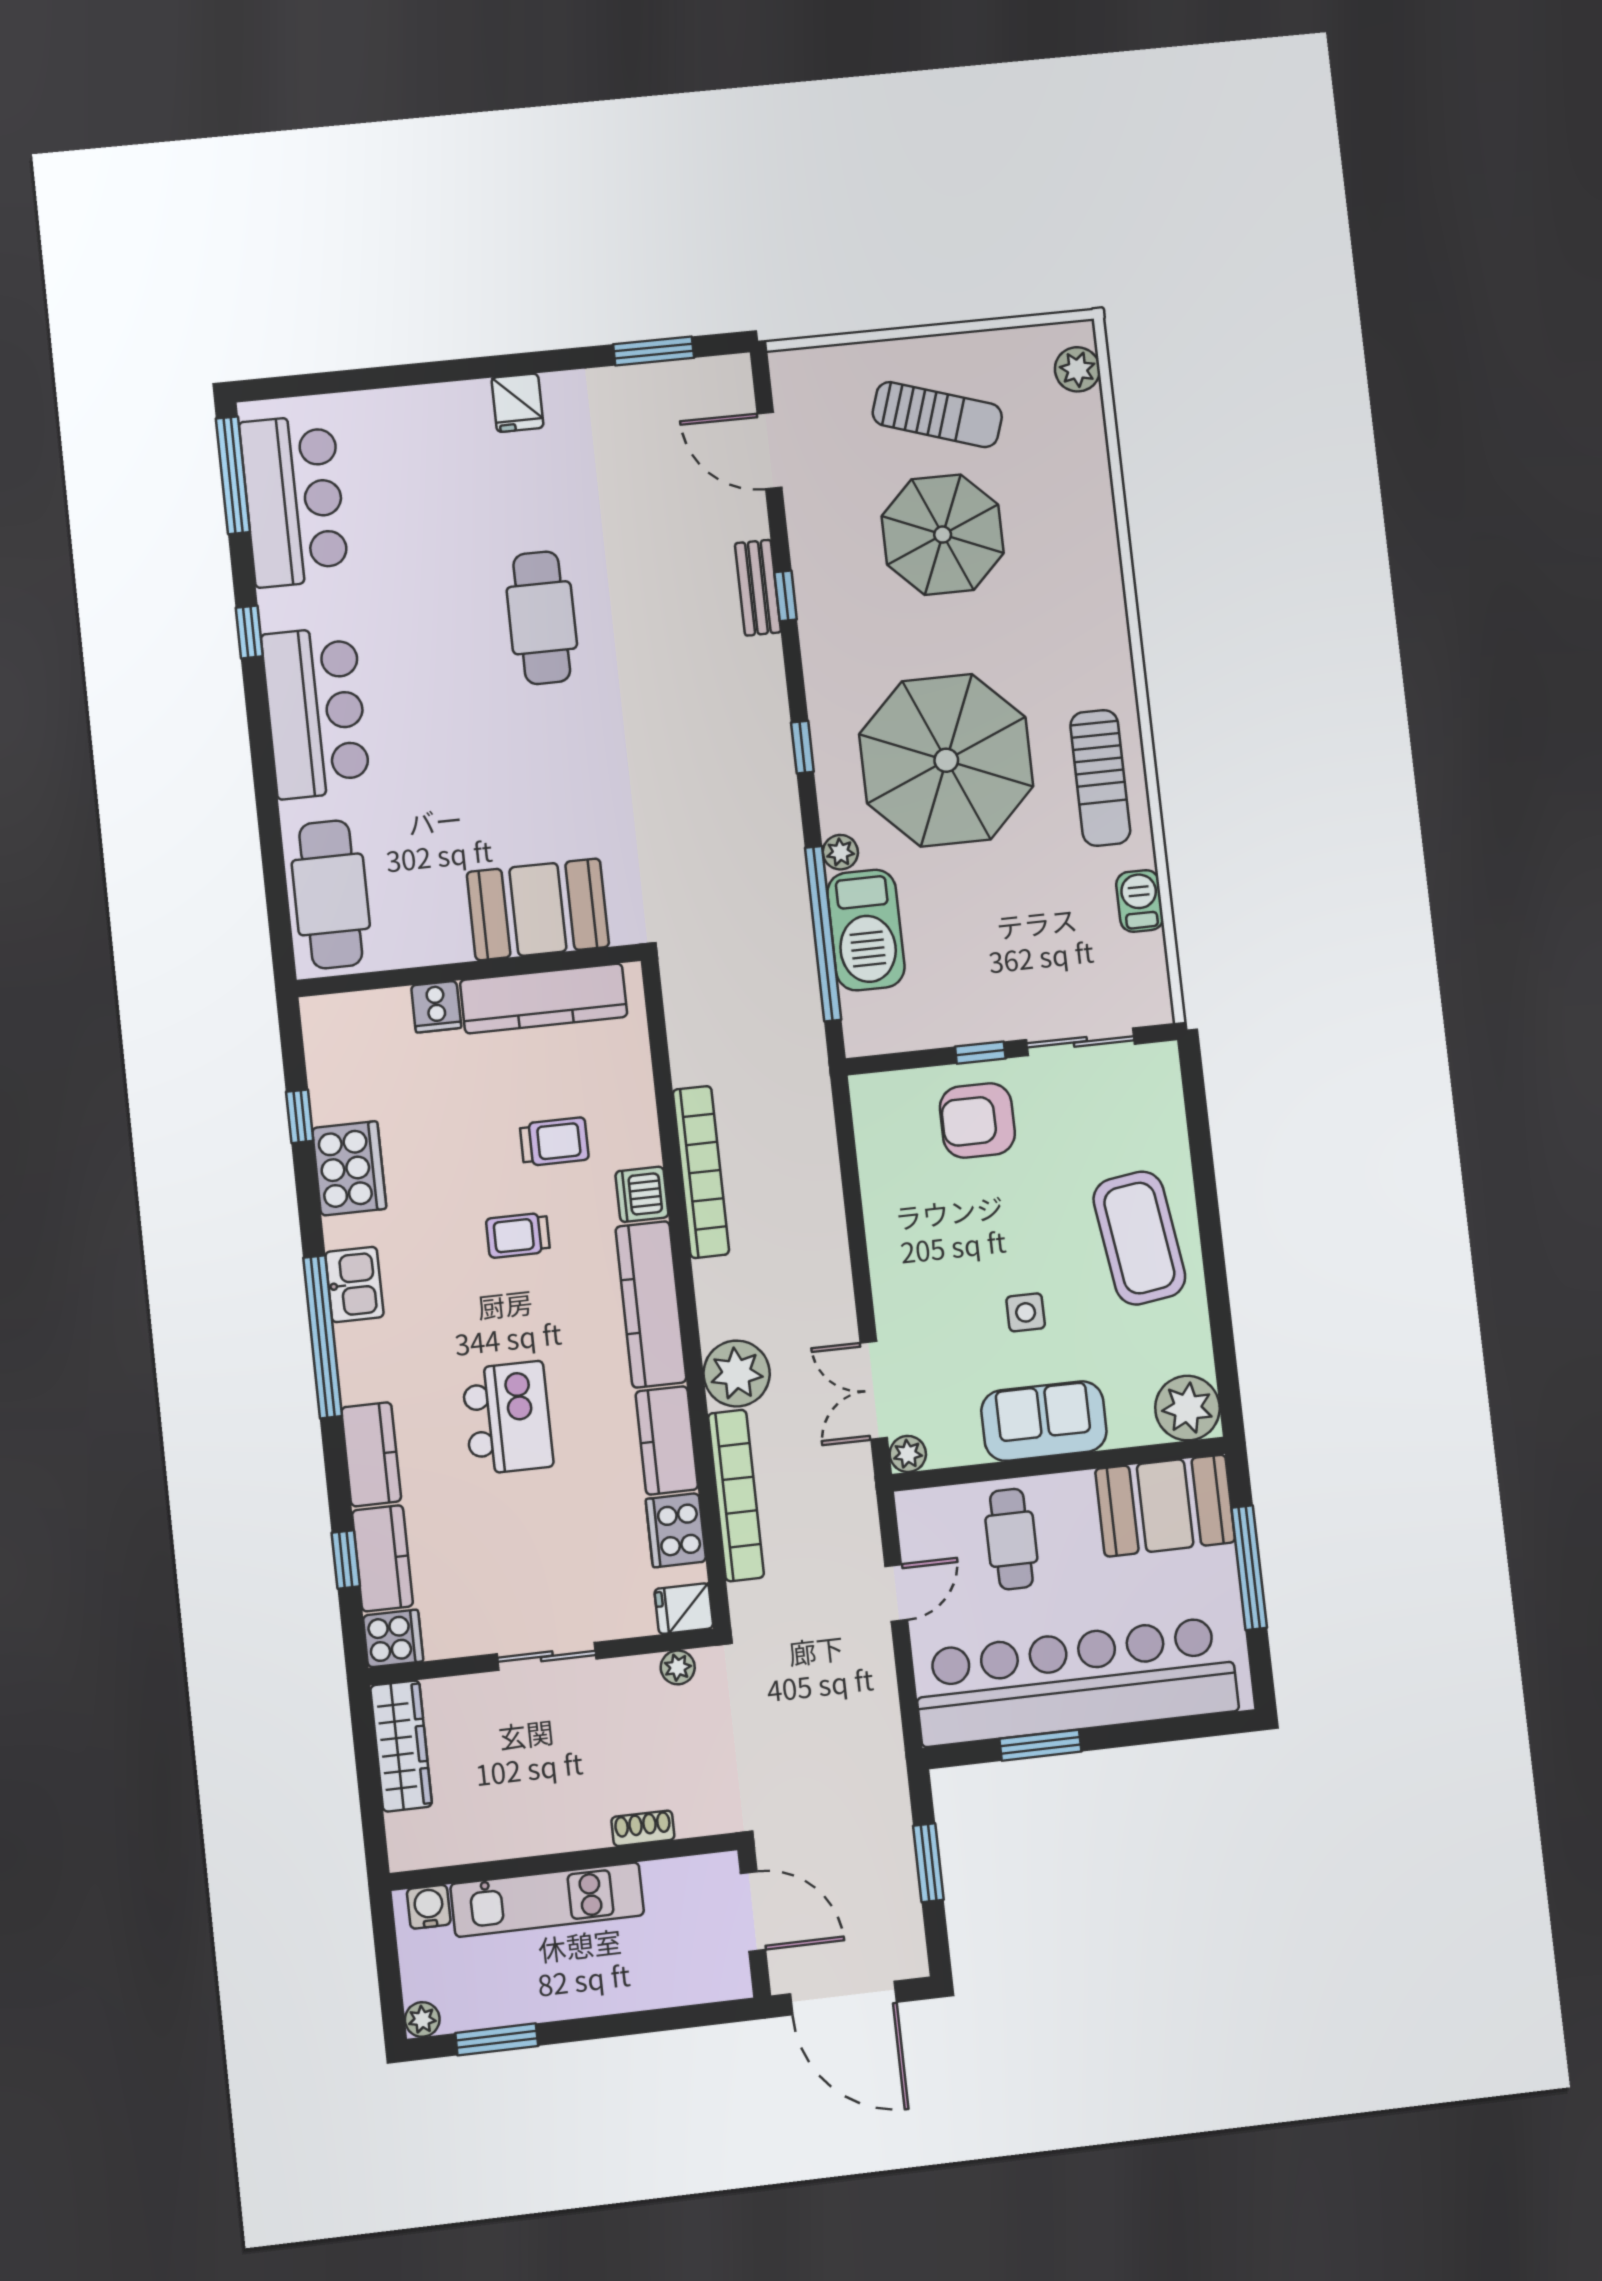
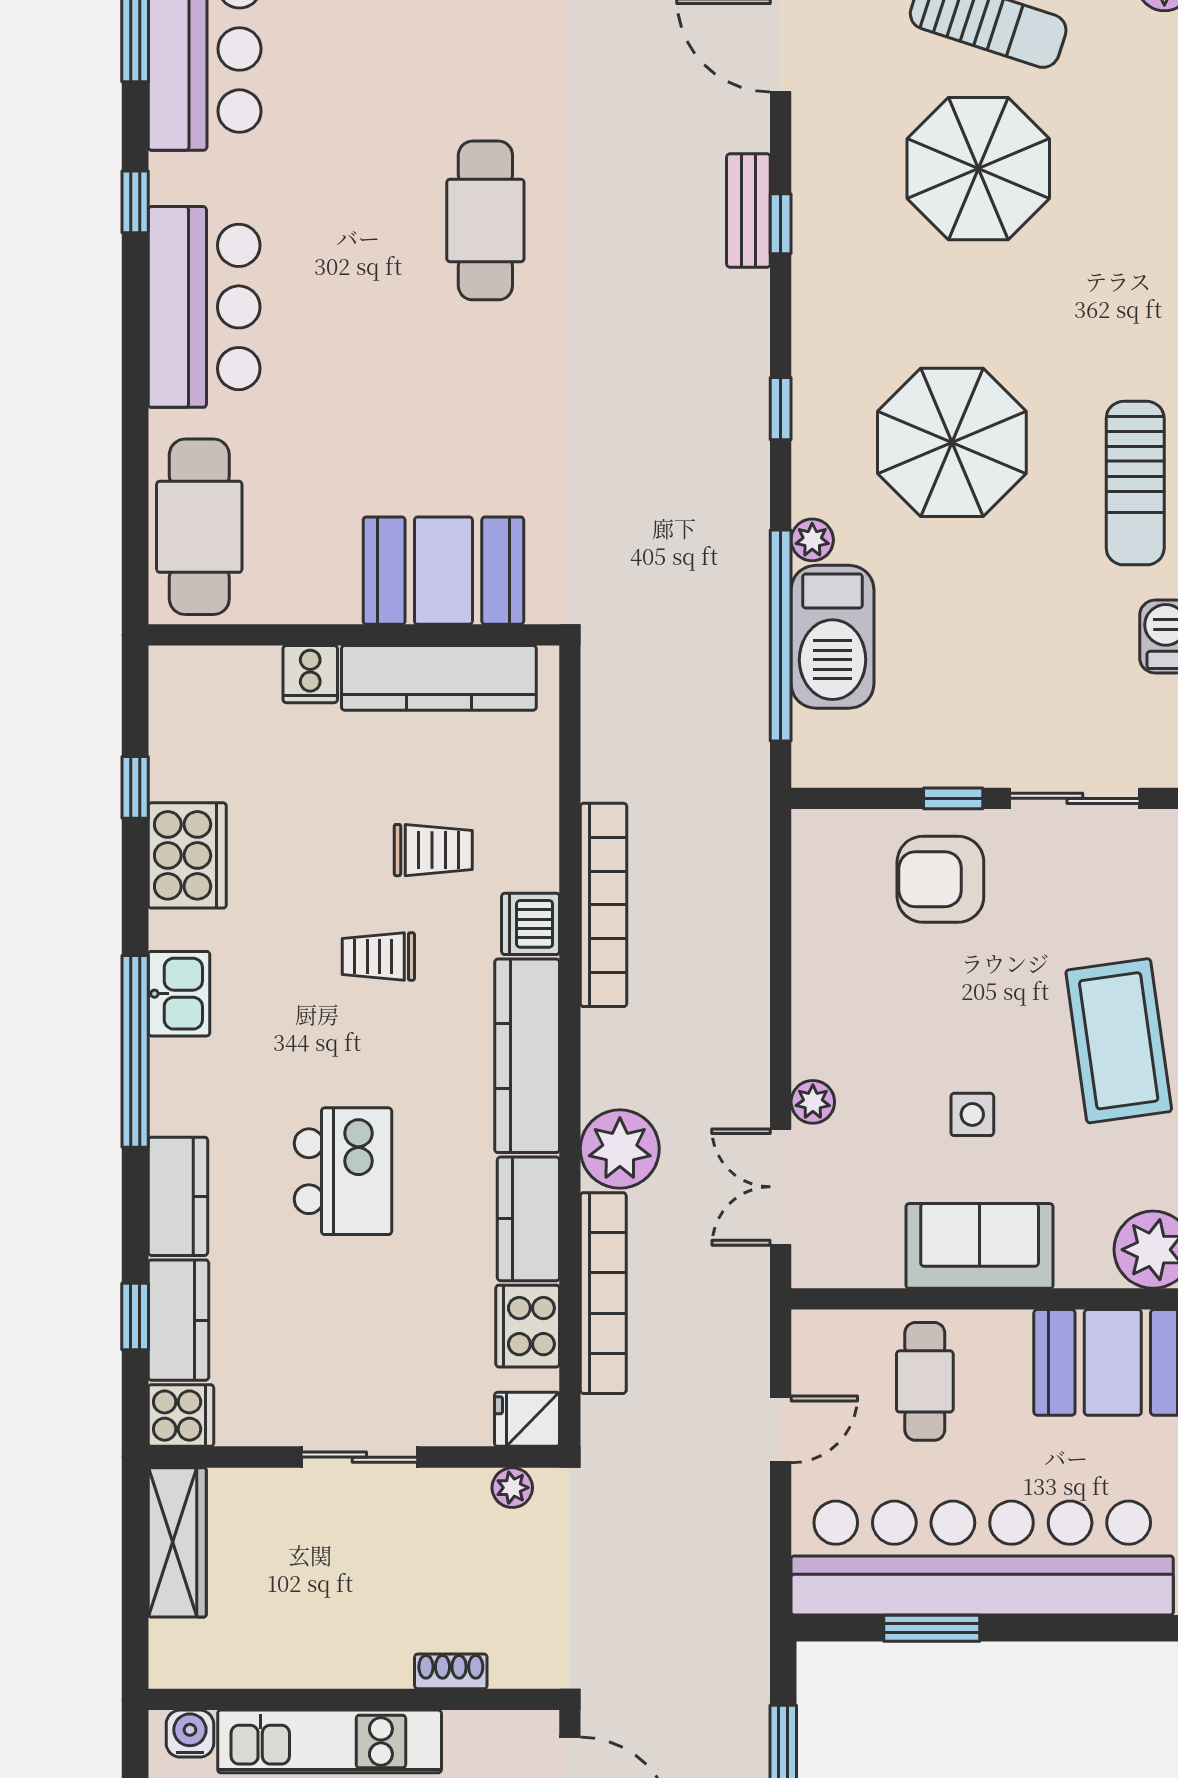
parasol: (946, 760) -> (952, 442), width x0.73, depth x0.73
plant: (908, 1454) -> (813, 1102), moved

